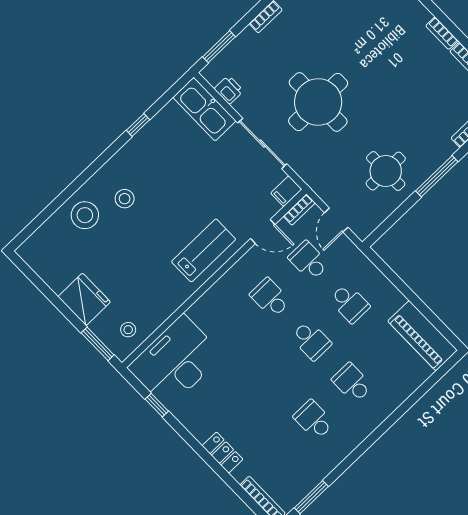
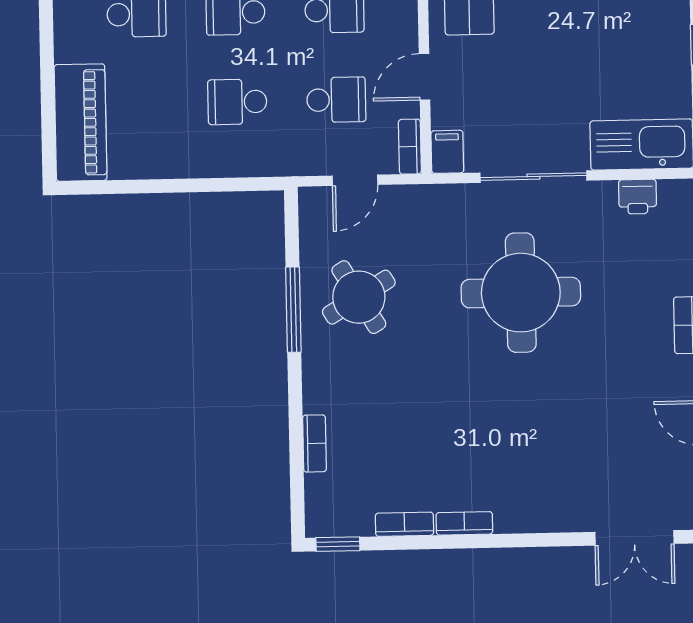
round table: (386, 171) -> (359, 297), turned -31
window: (437, 176) -> (293, 310), moved
door: (336, 220) -> (355, 180), swing flipped
piano: (423, 336) -> (81, 123), moved, turned 90

